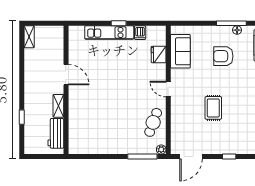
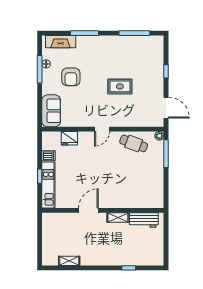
shelving: (29, 37) -> (69, 261), moved
sofa: (180, 51) -> (51, 111), moved, turned 90
door: (66, 75) -> (88, 210), moved
wall: (66, 90) -> (103, 210), moved
shelving: (58, 106) -> (118, 217), moved
workbench: (56, 133) -> (144, 220), moved

